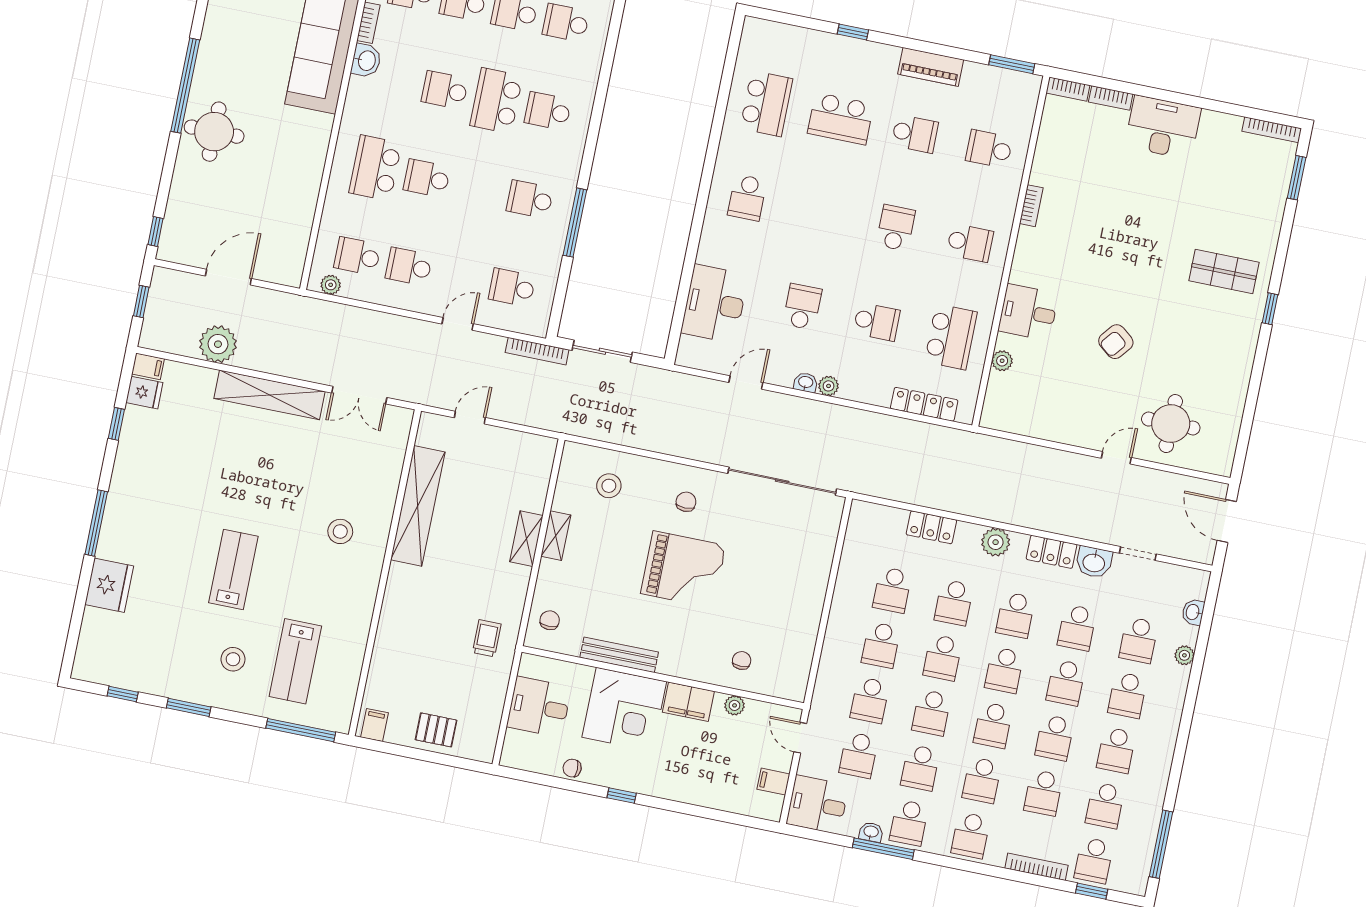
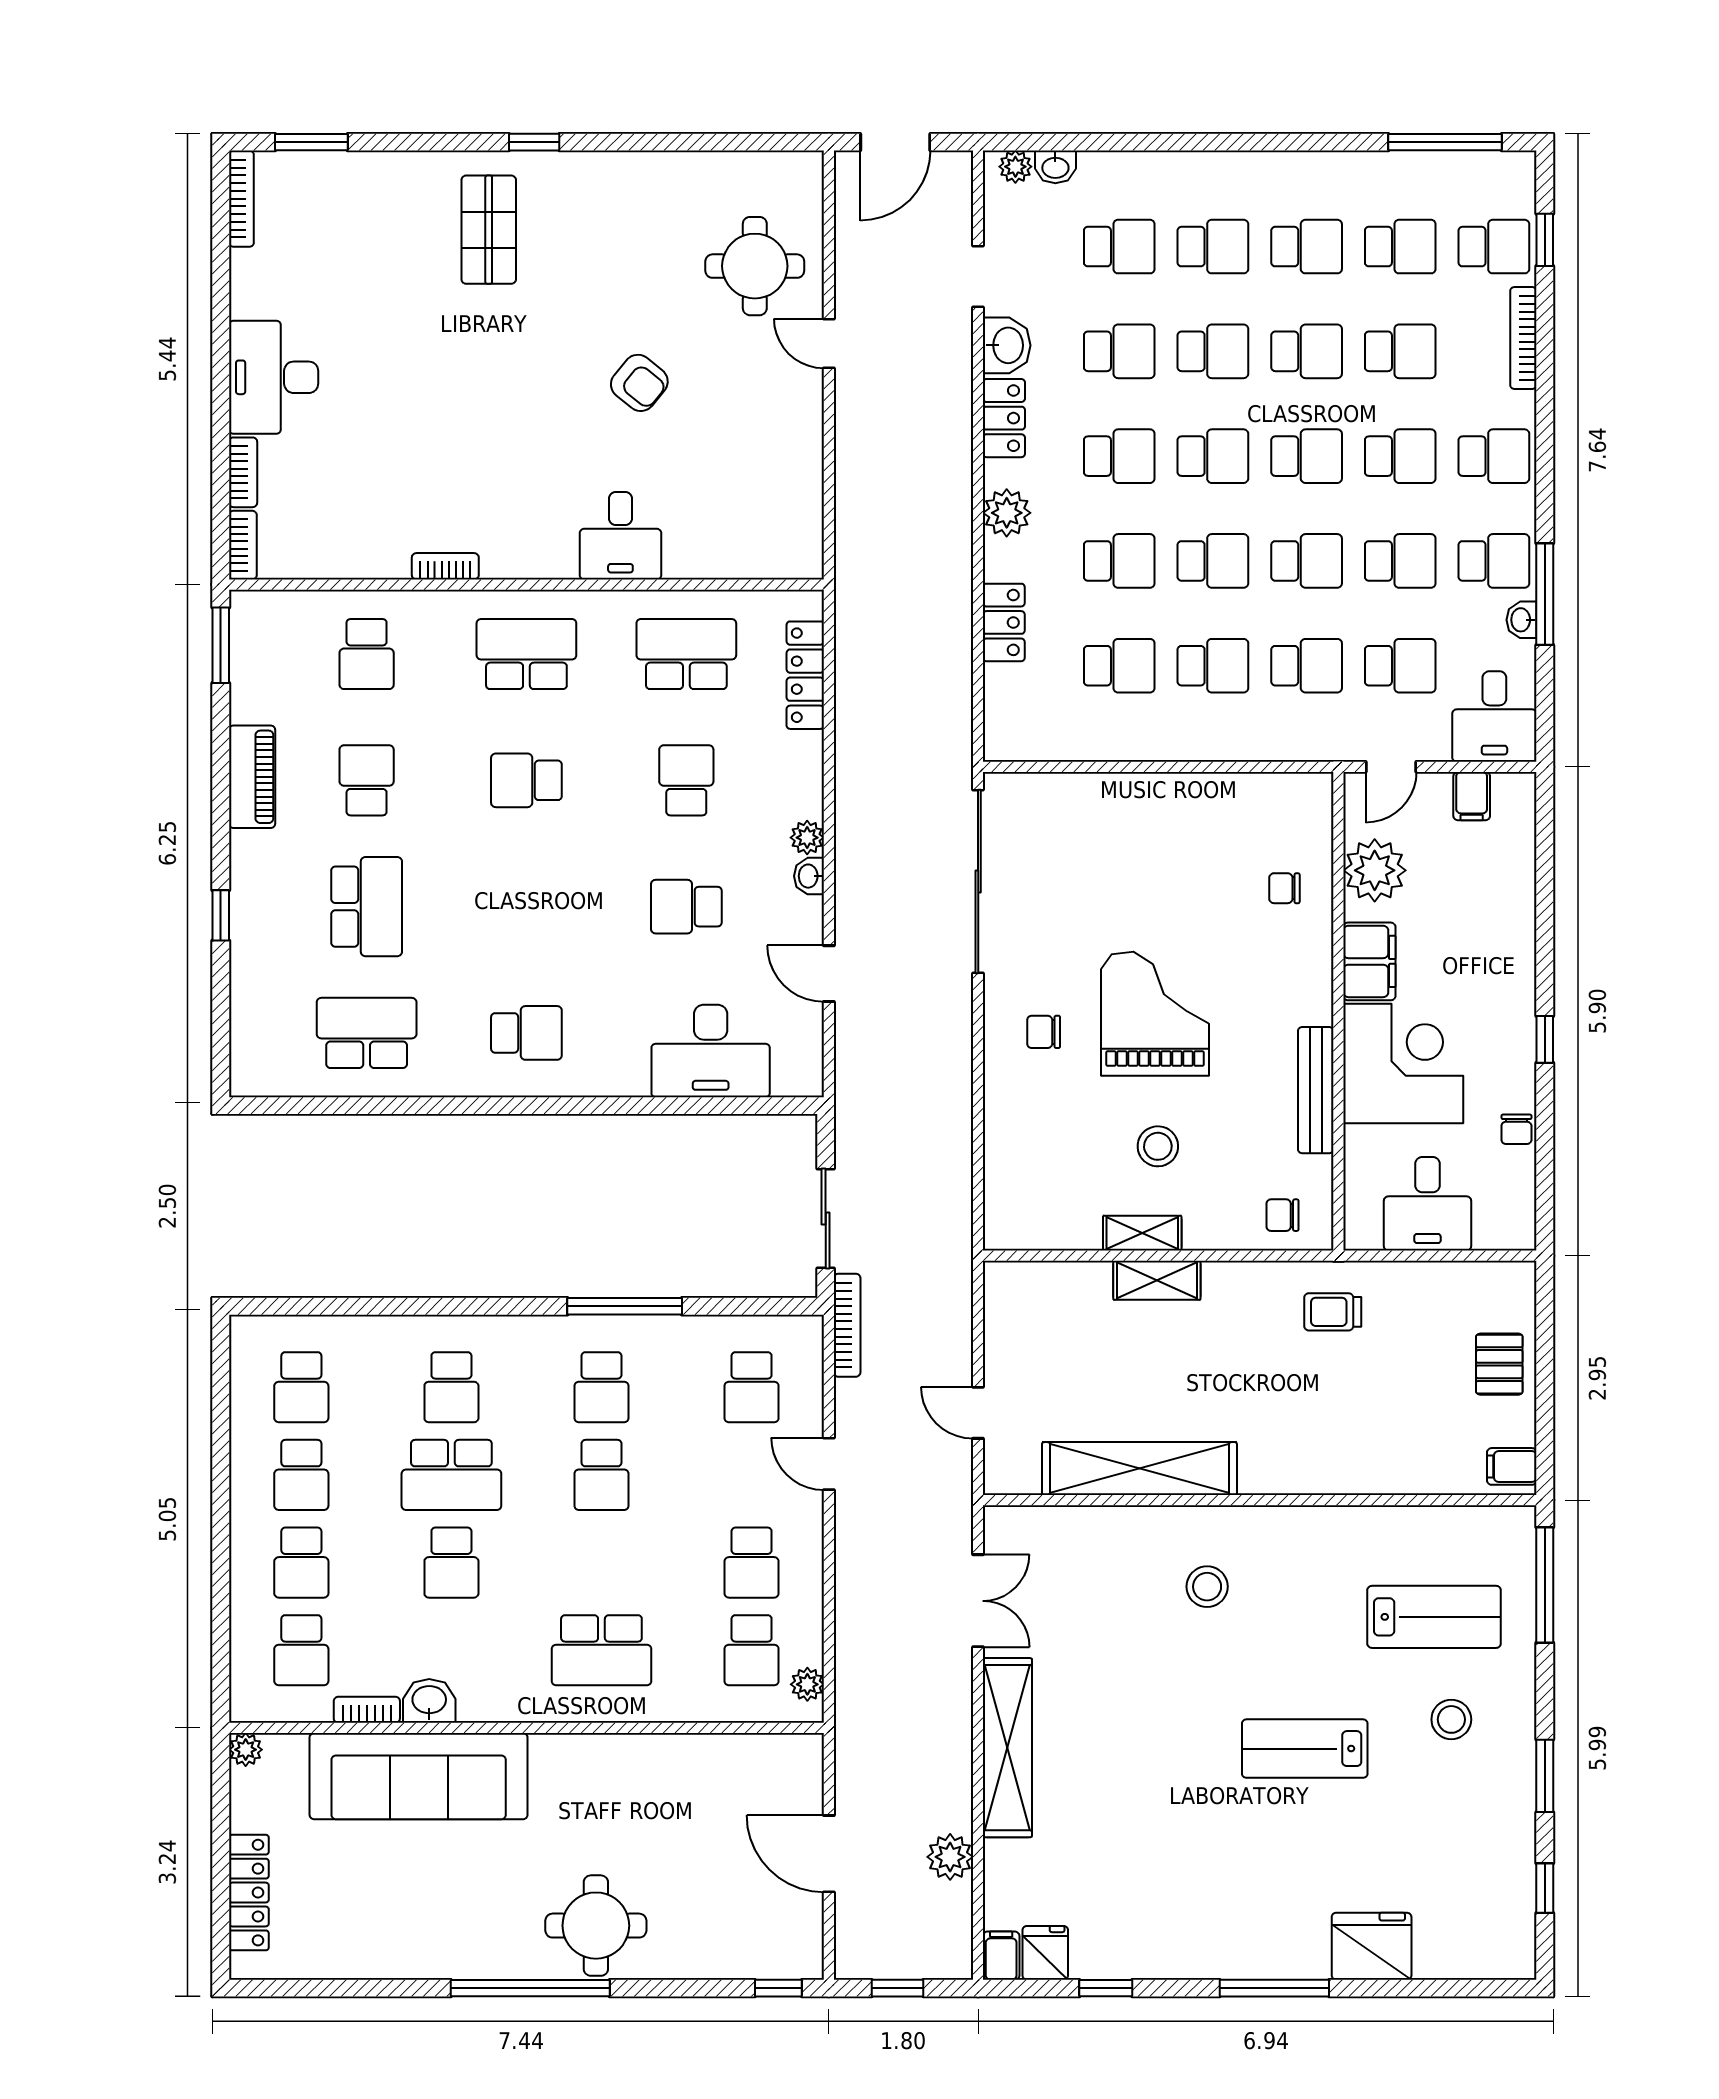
school desk: (427, 178) -> (601, 1475), moved
school desk: (970, 243) -> (526, 654), width x1.85
plant: (218, 344) -> (950, 1857), width x0.73, depth x0.73
plant: (1002, 361) -> (708, 562), removed
stool: (609, 486) -> (1158, 1146), moved
plant: (1184, 655) -> (1015, 167), moved
plant: (735, 705) -> (1375, 870), width x1.87, depth x1.87

